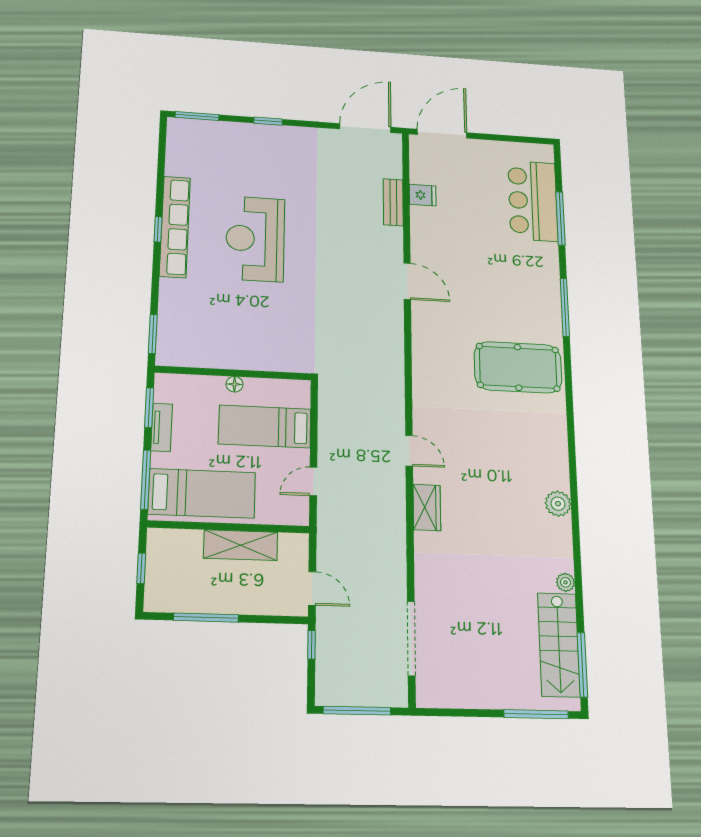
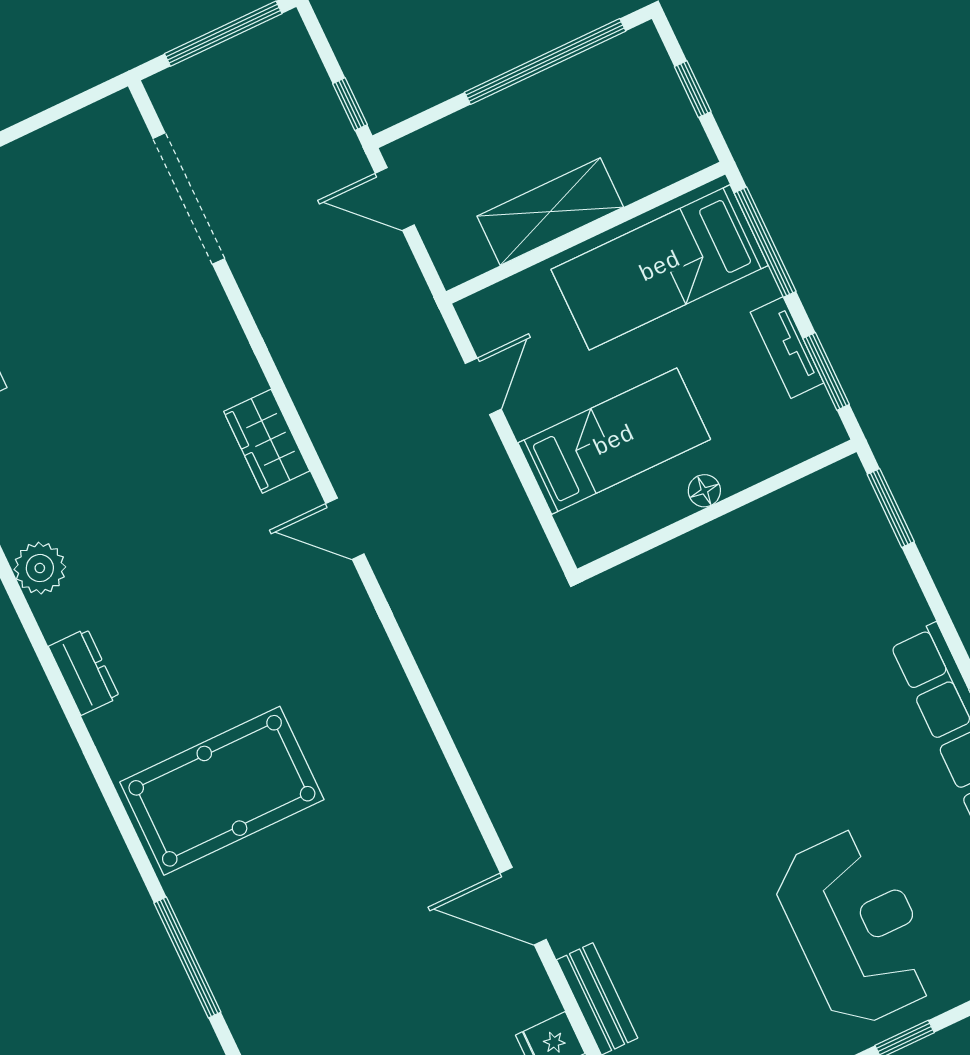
reception desk: (255, 239) -> (856, 928), moved
door: (407, 281) -> (523, 906), moved
dresser: (558, 448) -> (84, 672), added
window: (206, 618) -> (545, 62), width x1.46

